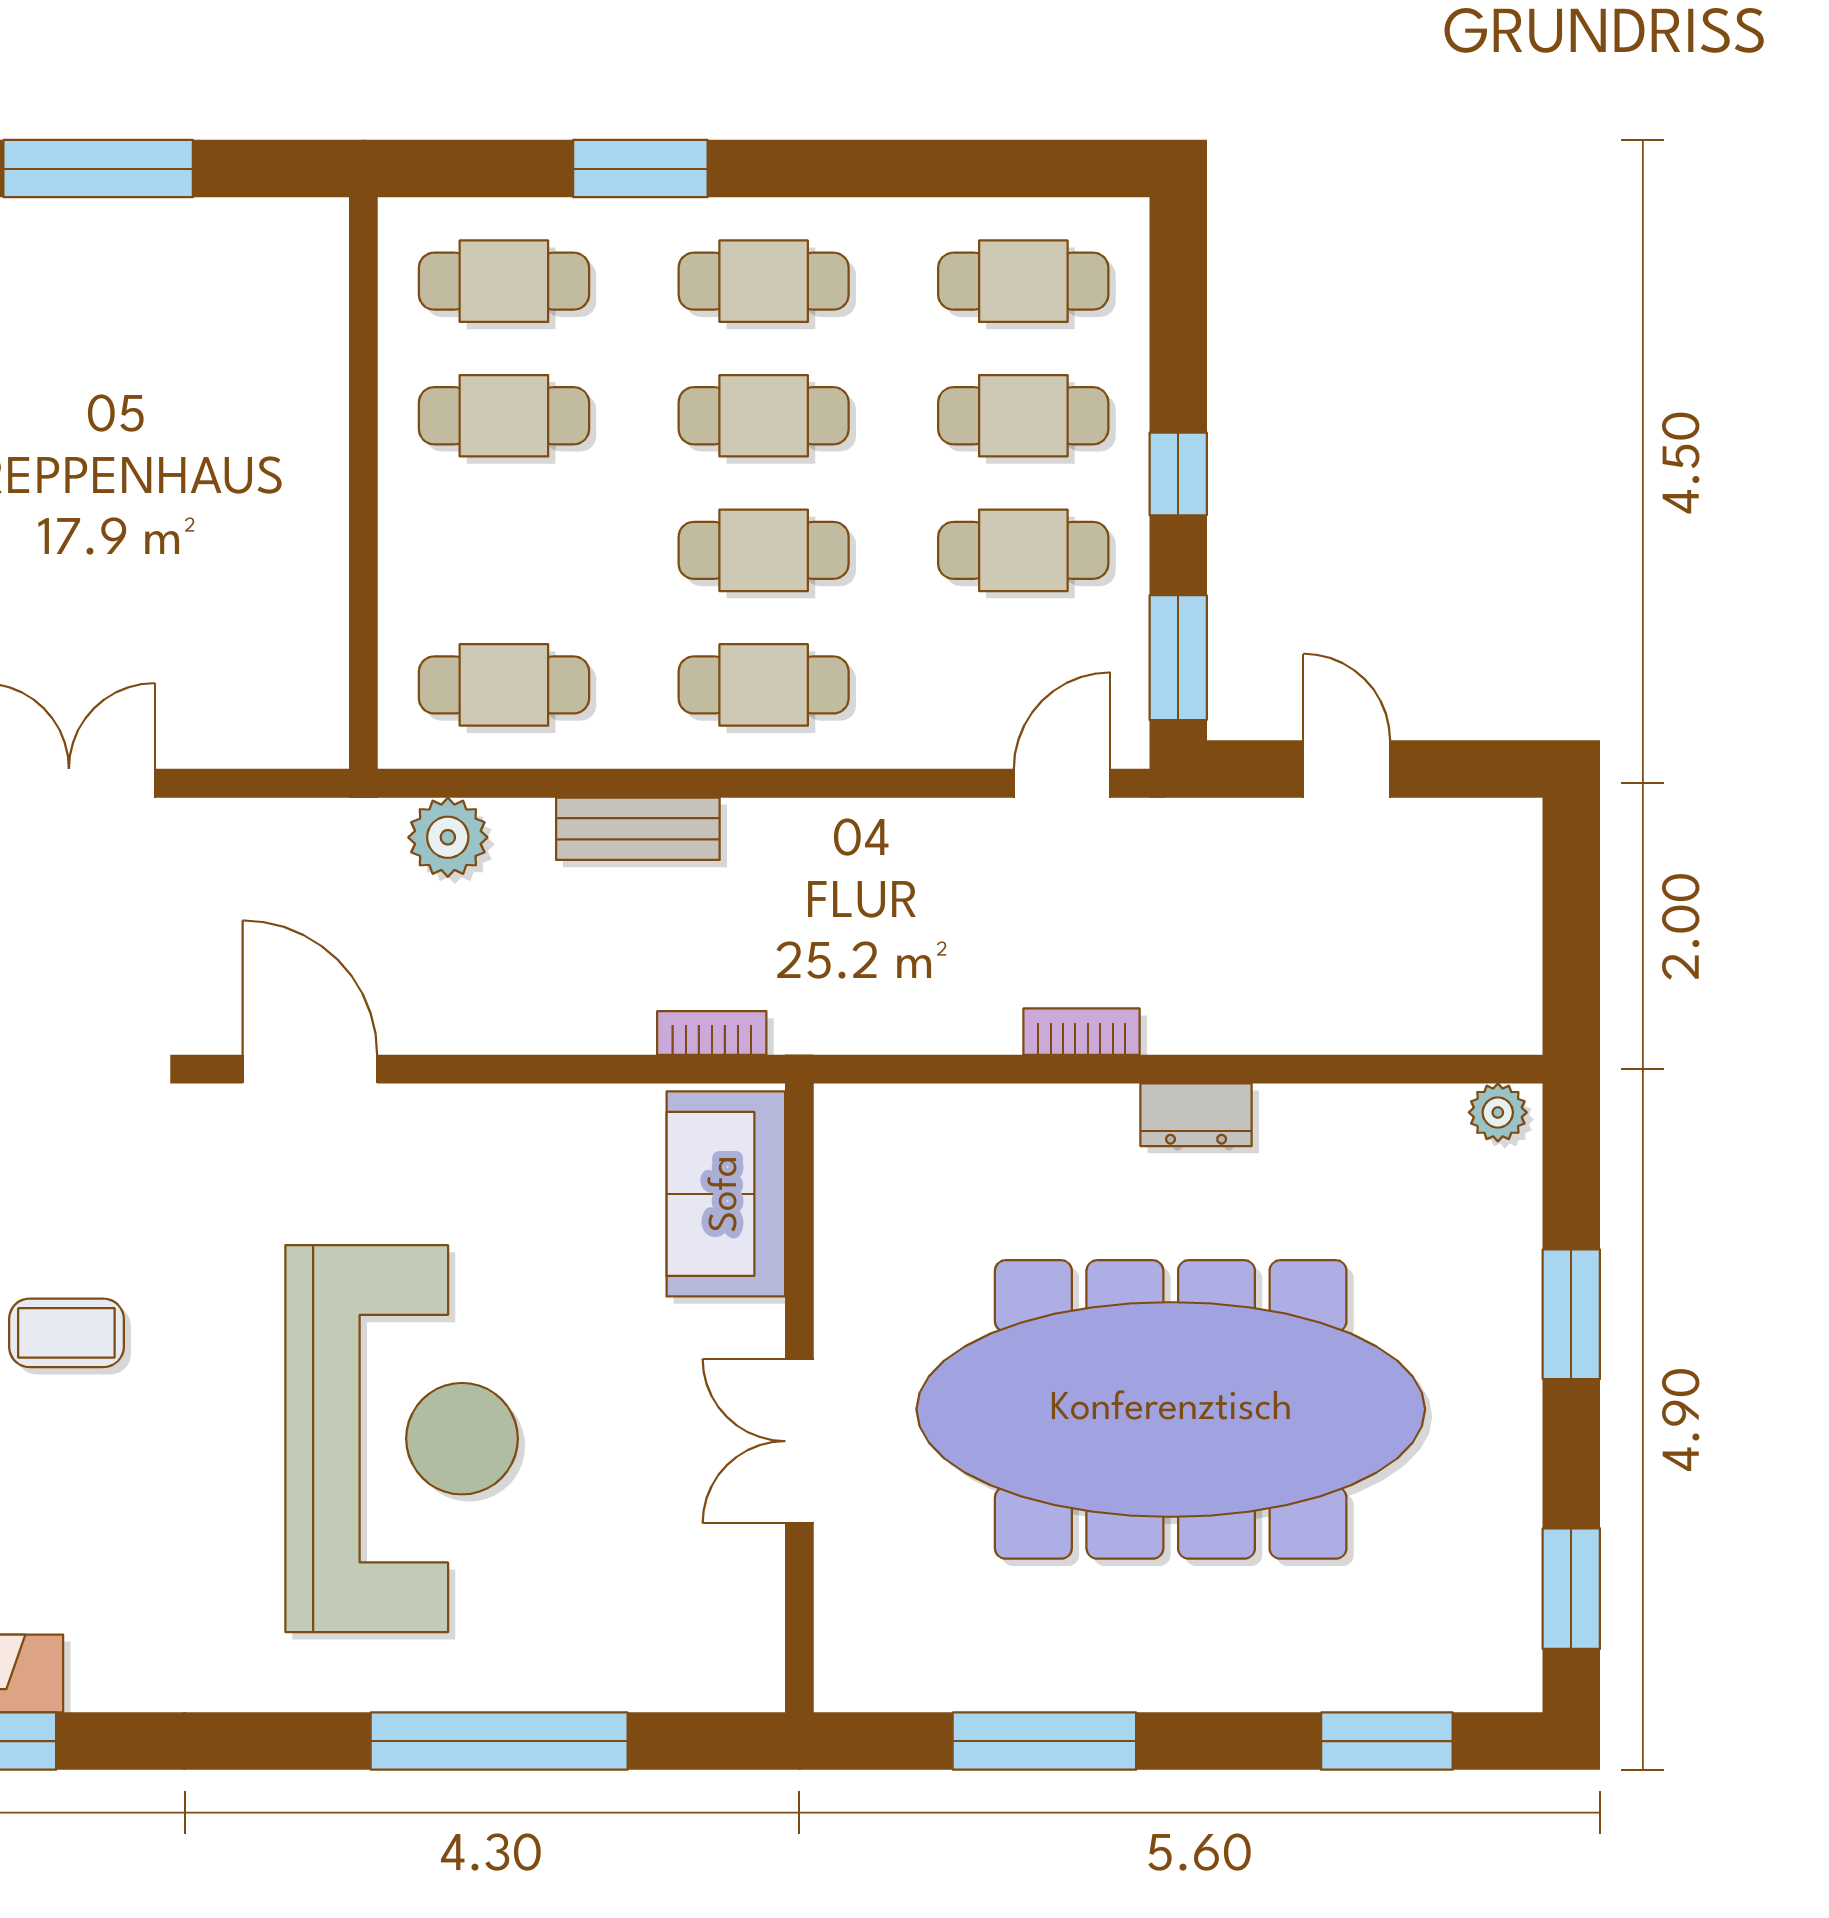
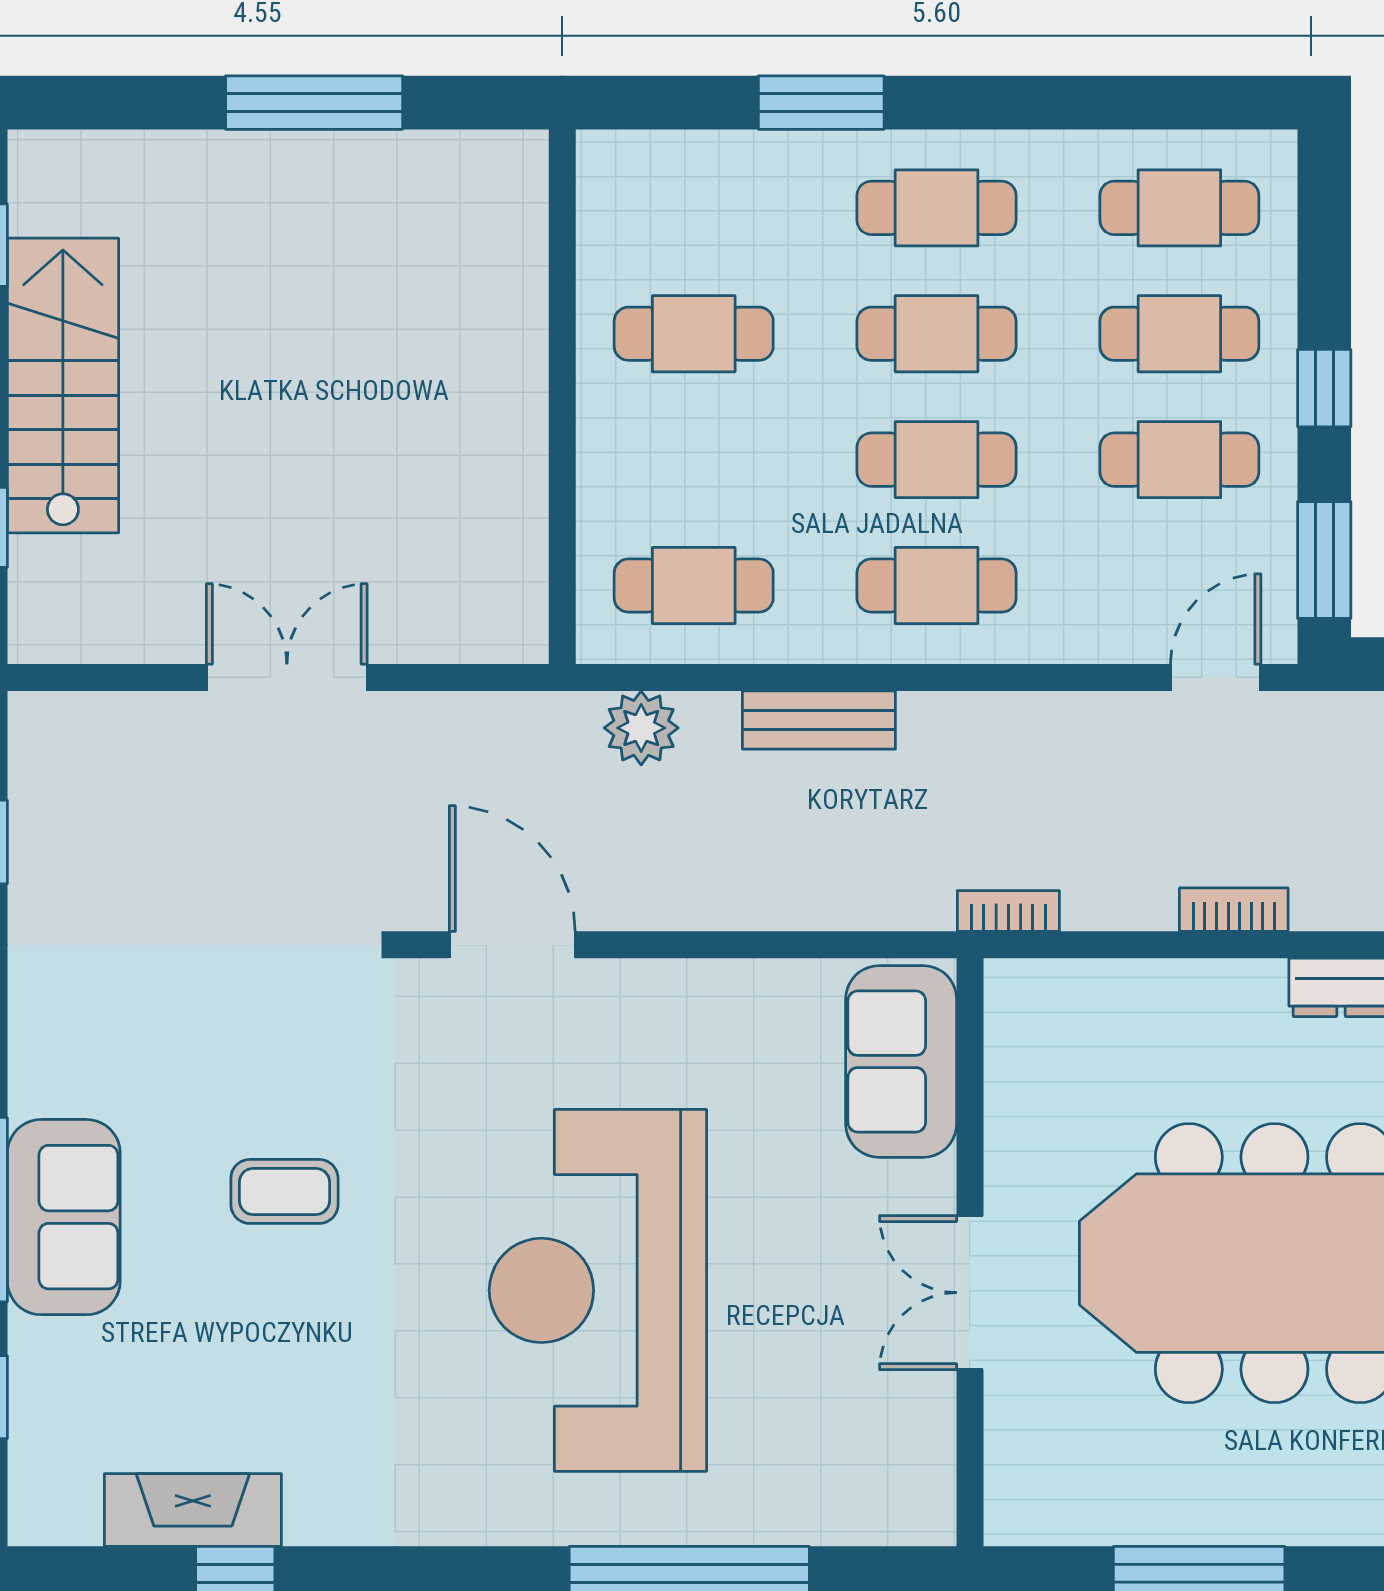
cafe table: (504, 281) -> (694, 208), removed
bookcase: (712, 1033) -> (1008, 911), moved
reception desk: (402, 1439) -> (598, 1290), turned 180

